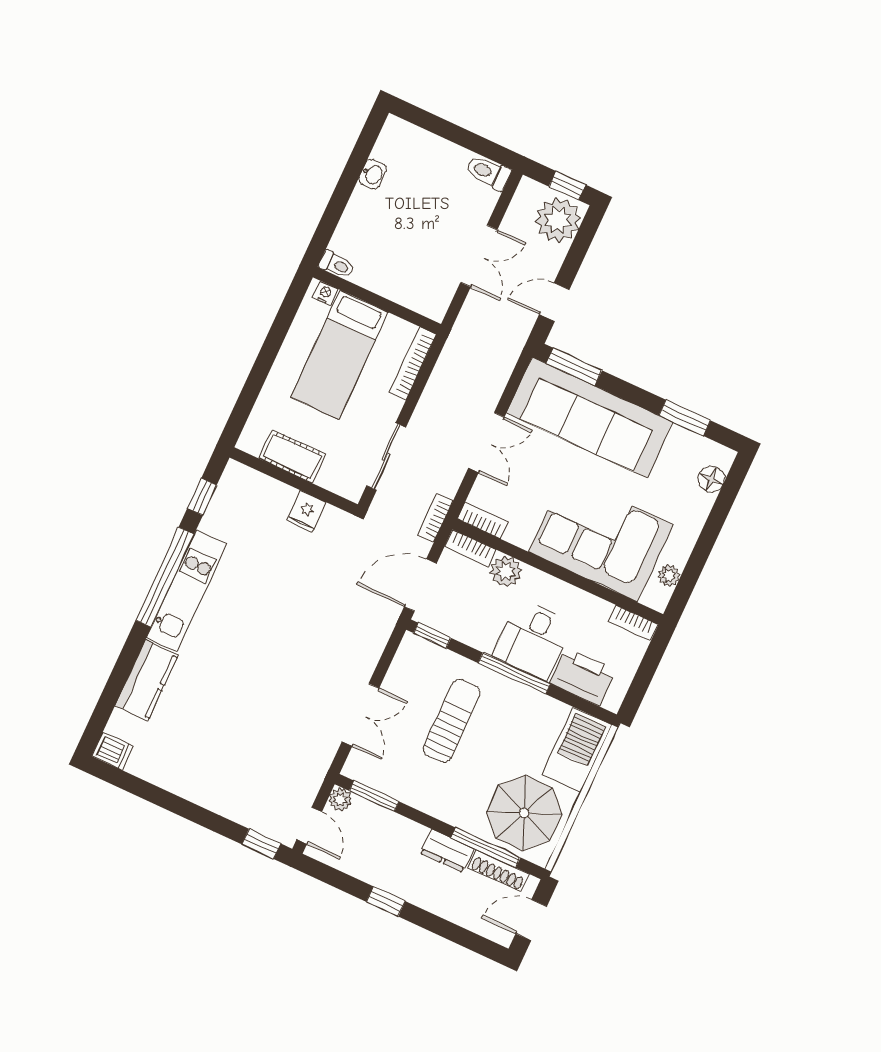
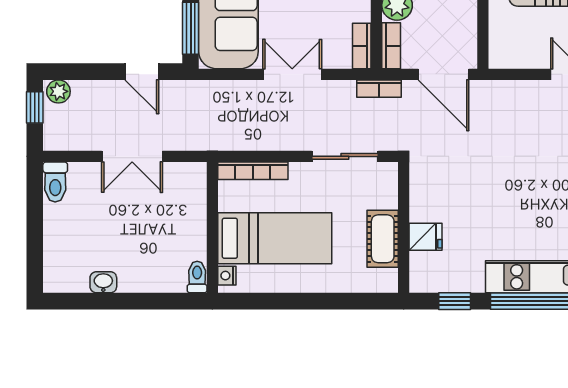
plant: (558, 220) -> (58, 91), width x0.53, depth x0.53
double door: (479, 256) -> (132, 156), swing flipped
fridge: (306, 512) -> (425, 237), moved
window: (432, 636) -> (483, 44), removed

